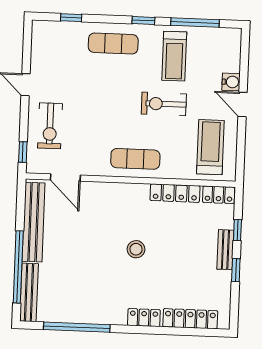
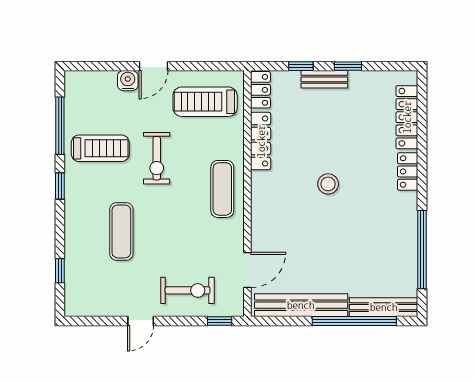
exercise mat: (113, 44) -> (121, 231), moved

